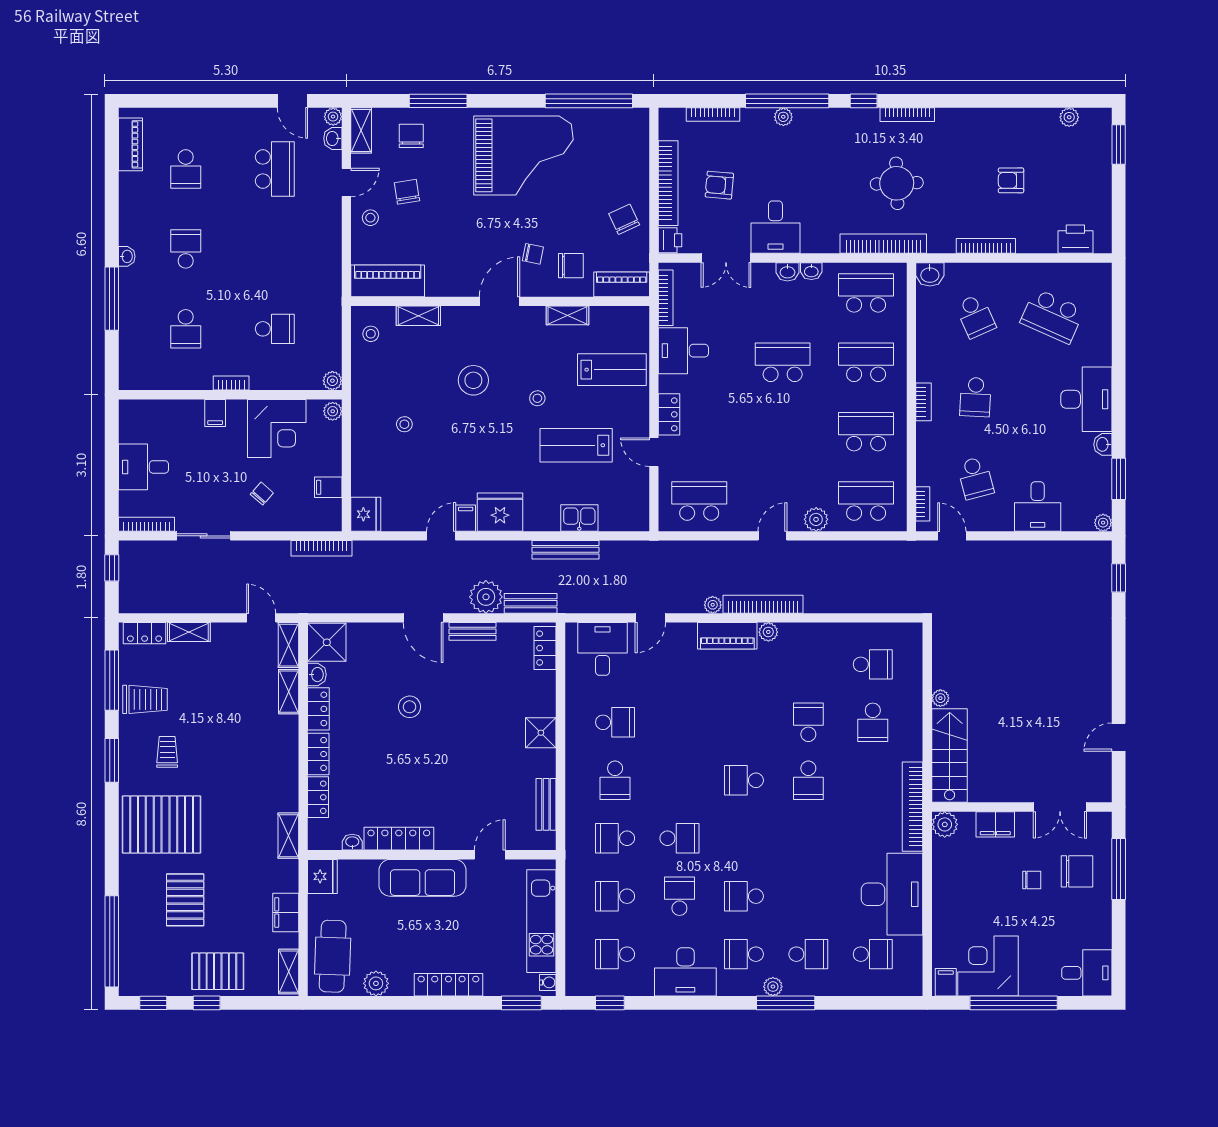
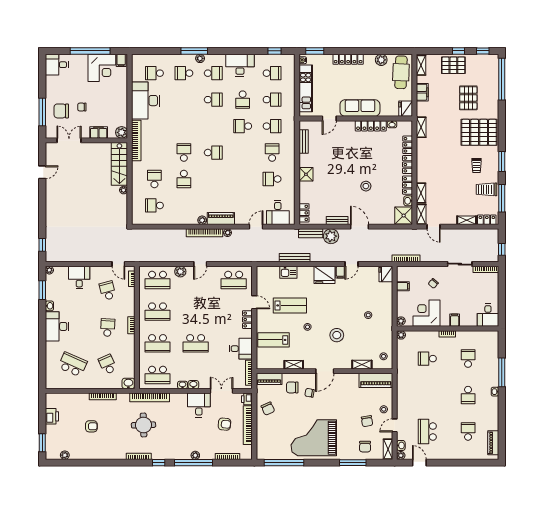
printer: (1075, 239) -> (52, 416), moved, turned -90
desk: (143, 467) -> (488, 315), moved, turned 90

